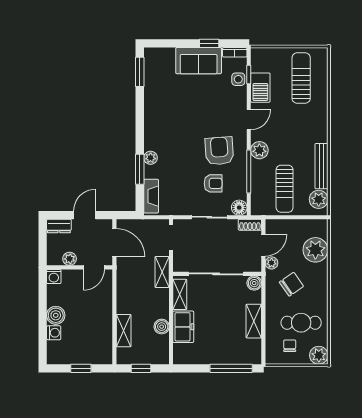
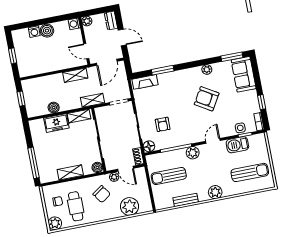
sofa: (199, 61) -> (244, 74), moved
door: (249, 120) -> (213, 141), swing flipped
armchair: (219, 151) -> (207, 99), moved, turned -145
plant: (151, 158) -> (207, 70), moved
bench: (321, 166) -> (186, 200), width x0.73
plant: (319, 199) -> (215, 192), moved
plant: (70, 259) -> (87, 21), moved
shelving: (124, 331) -> (75, 75), moved

